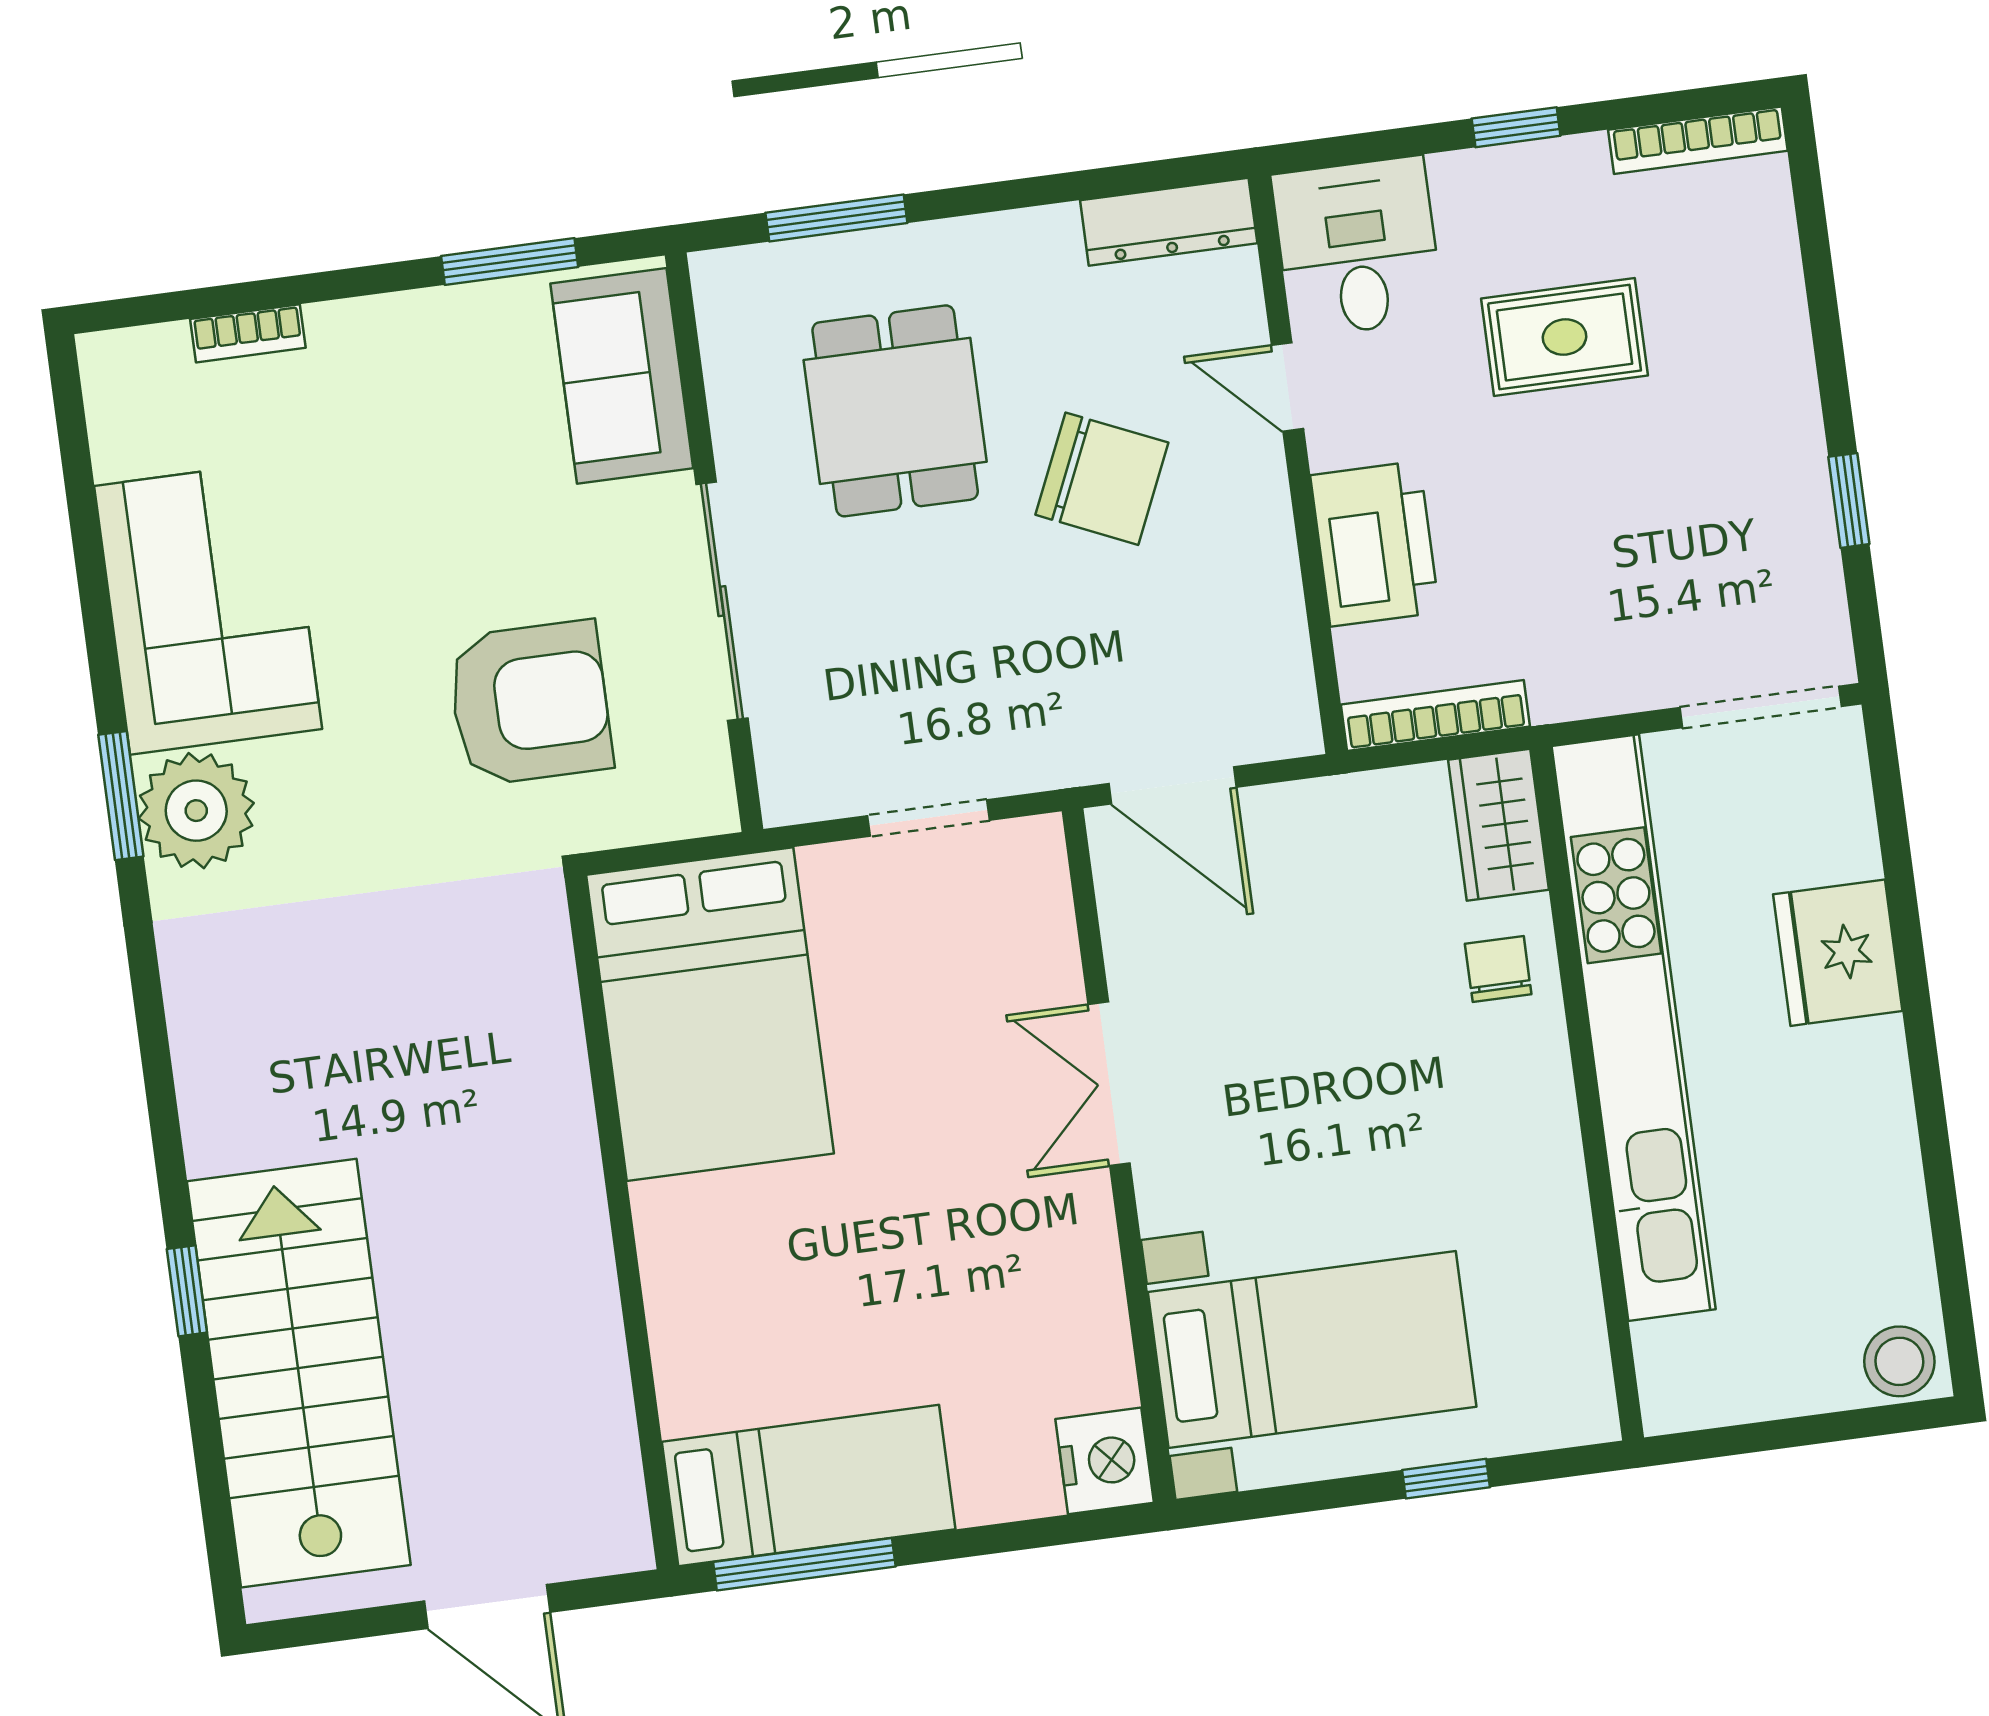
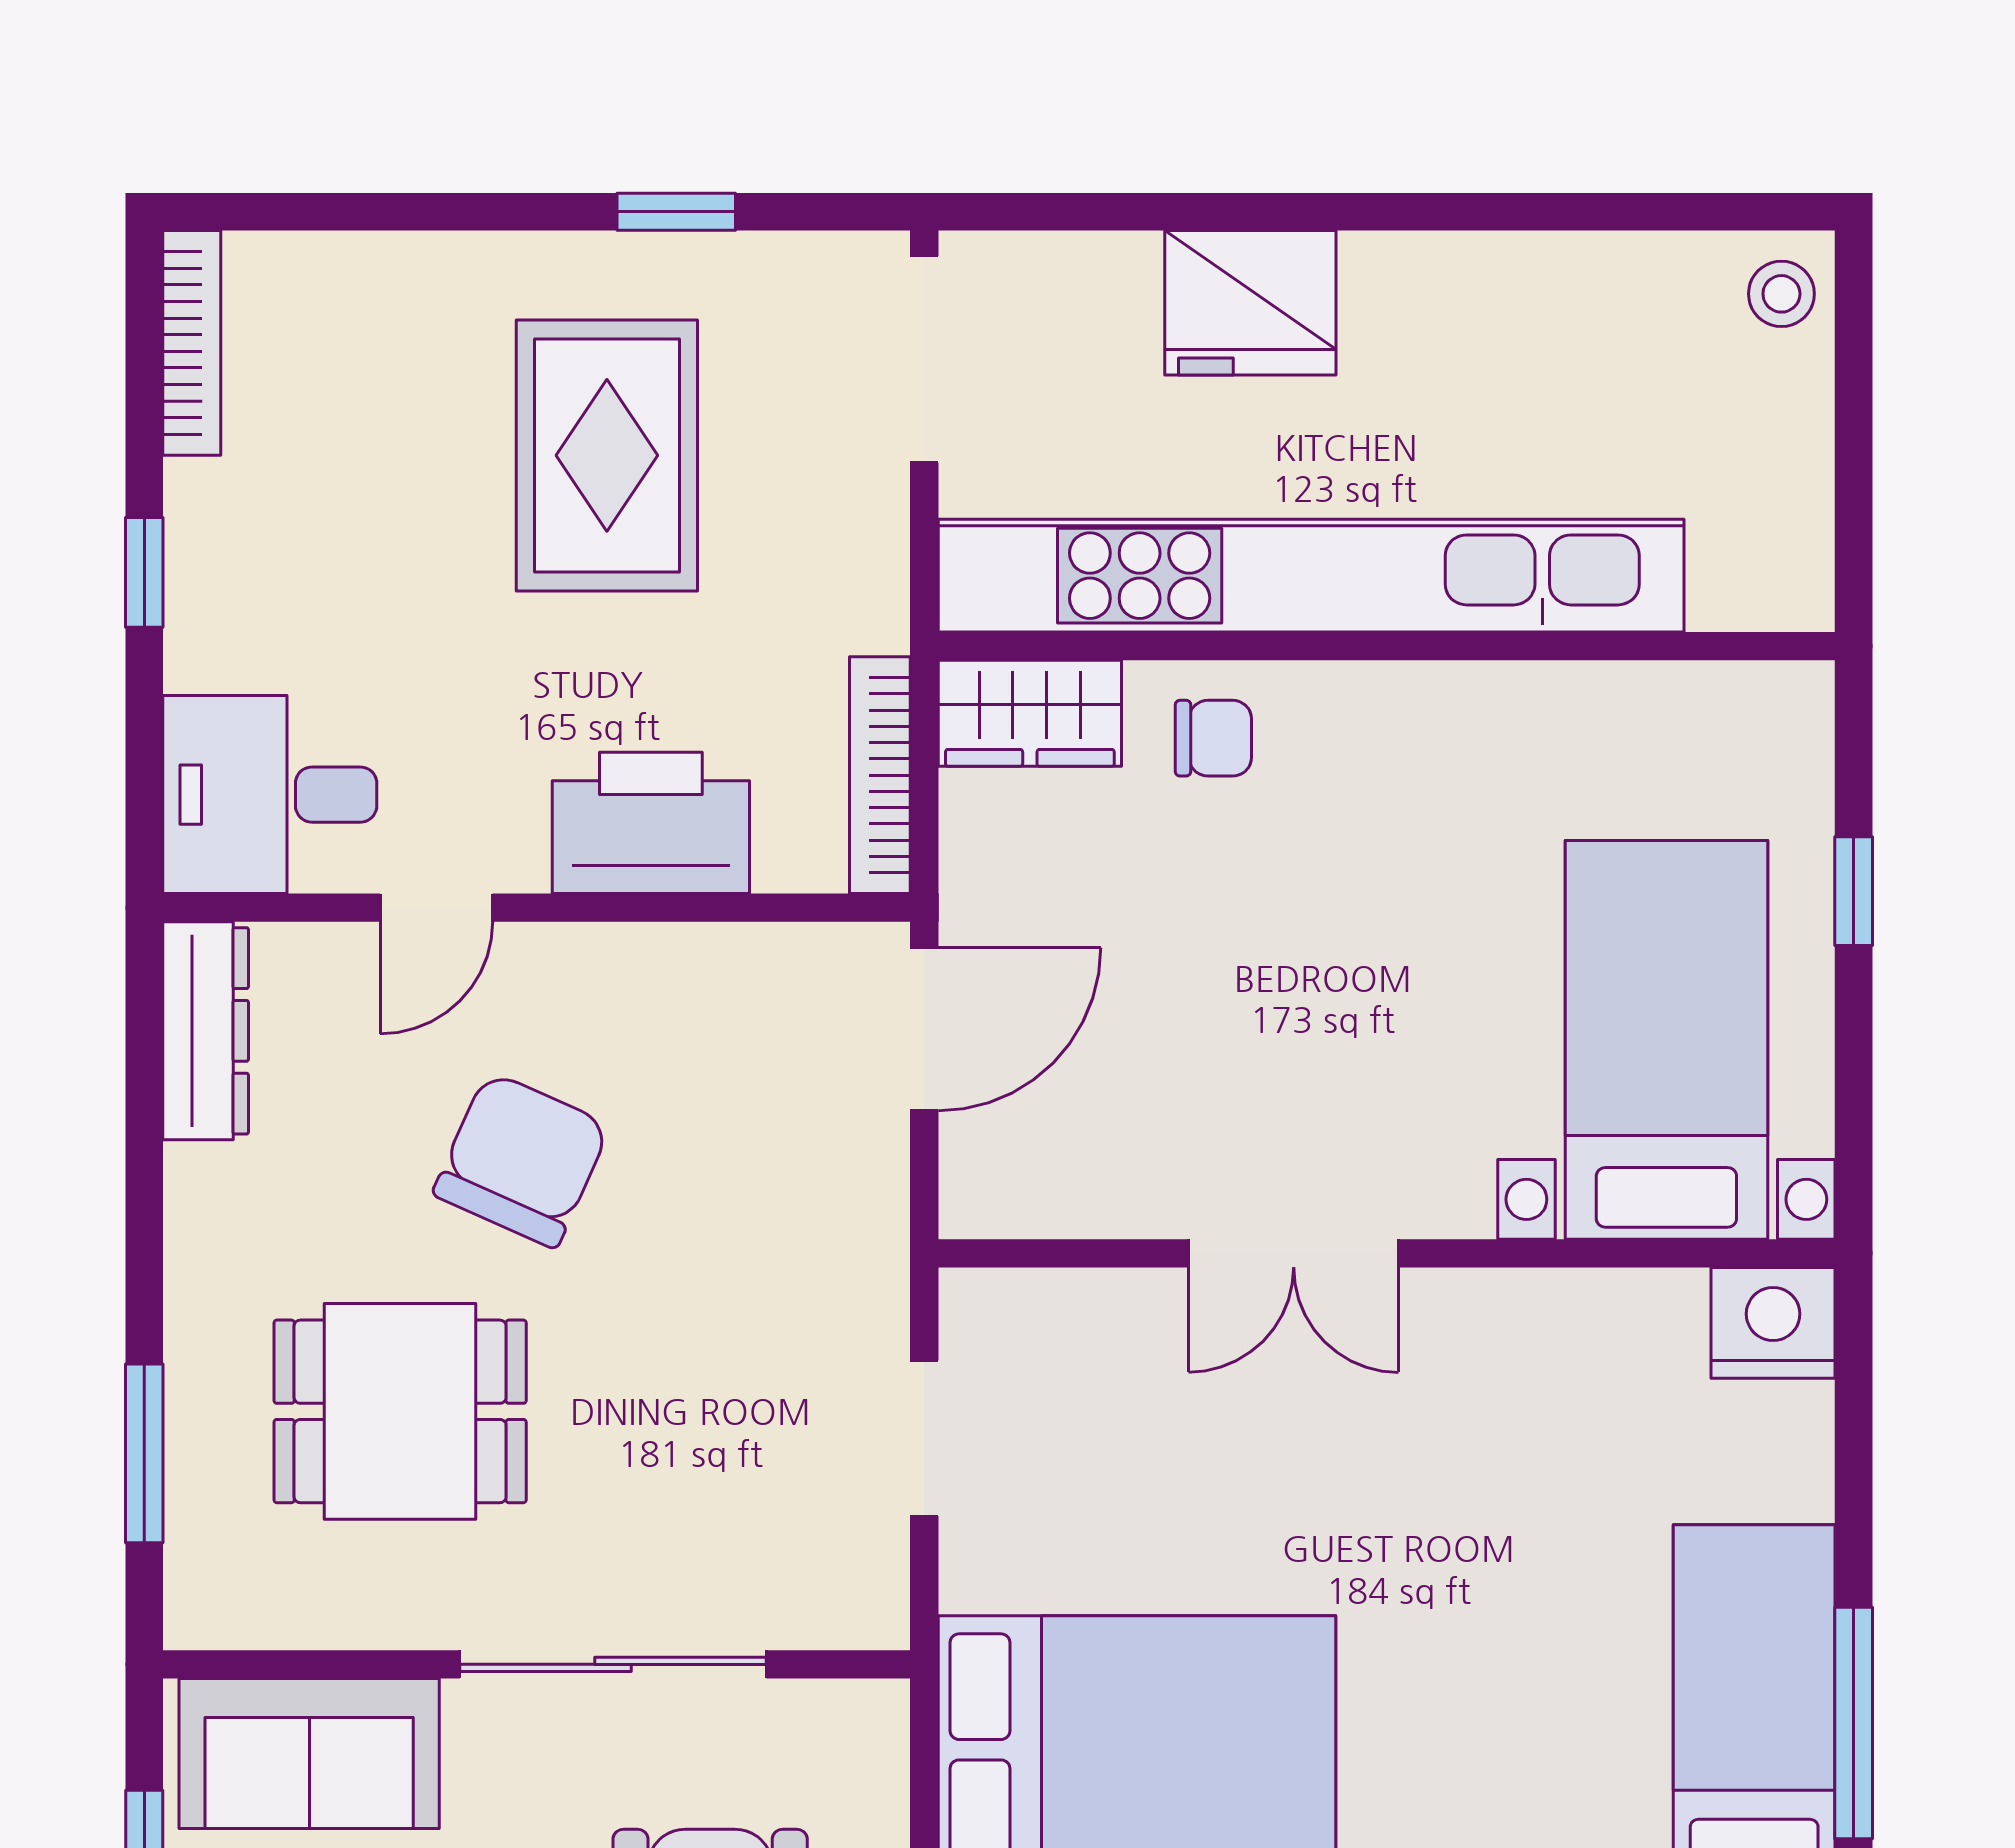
rug: (1564, 337) -> (607, 455), moved, width x1.36, depth x1.43
door: (1172, 785) -> (924, 1029), moved
chair: (1498, 969) -> (1213, 738), turned 180
stool: (1899, 1361) -> (1781, 294), width x0.73, depth x0.73

